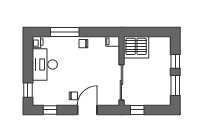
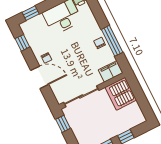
window: (65, 32) -> (112, 41), moved
filing cabinet: (113, 41) -> (111, 71), width x2.00

